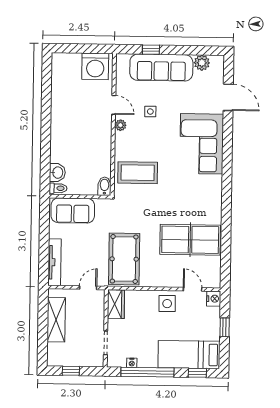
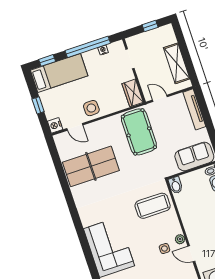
side table: (150, 112) -> (164, 248), moved
door: (88, 288) -> (160, 98), swing flipped

